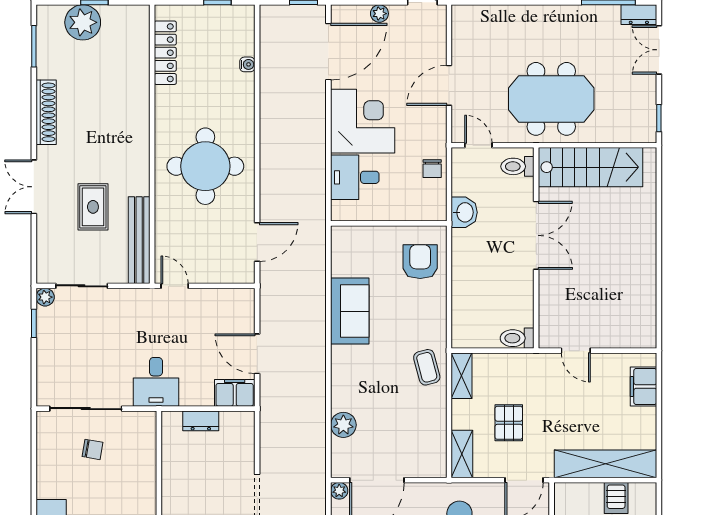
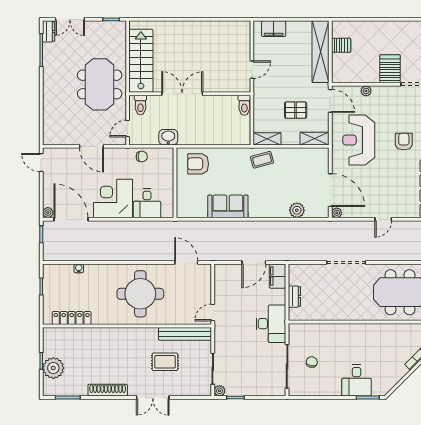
plant: (379, 14) -> (48, 213), moved
desk: (156, 382) -> (271, 324), width x1.37

